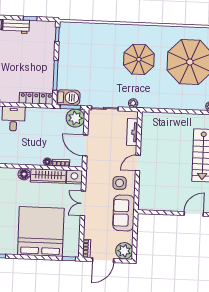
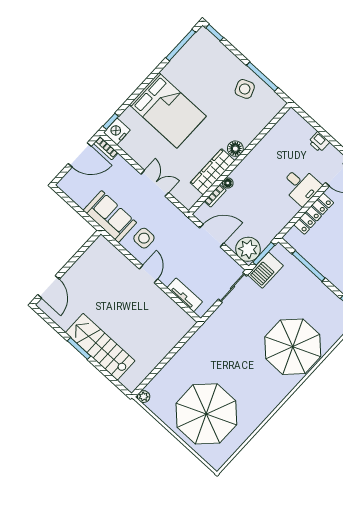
parasol: (139, 59) -> (293, 347), moved, width x1.36, depth x1.36
locker: (36, 98) -> (314, 214), moved
barbecue: (68, 98) -> (265, 270), moved
plant: (133, 103) -> (213, 321), removed
nightstand: (74, 177) -> (117, 131), moved, turned 180
bed: (41, 232) -> (168, 110), width x0.73
plant: (124, 251) -> (71, 184), removed
door: (103, 260) -> (80, 155), swing flipped

